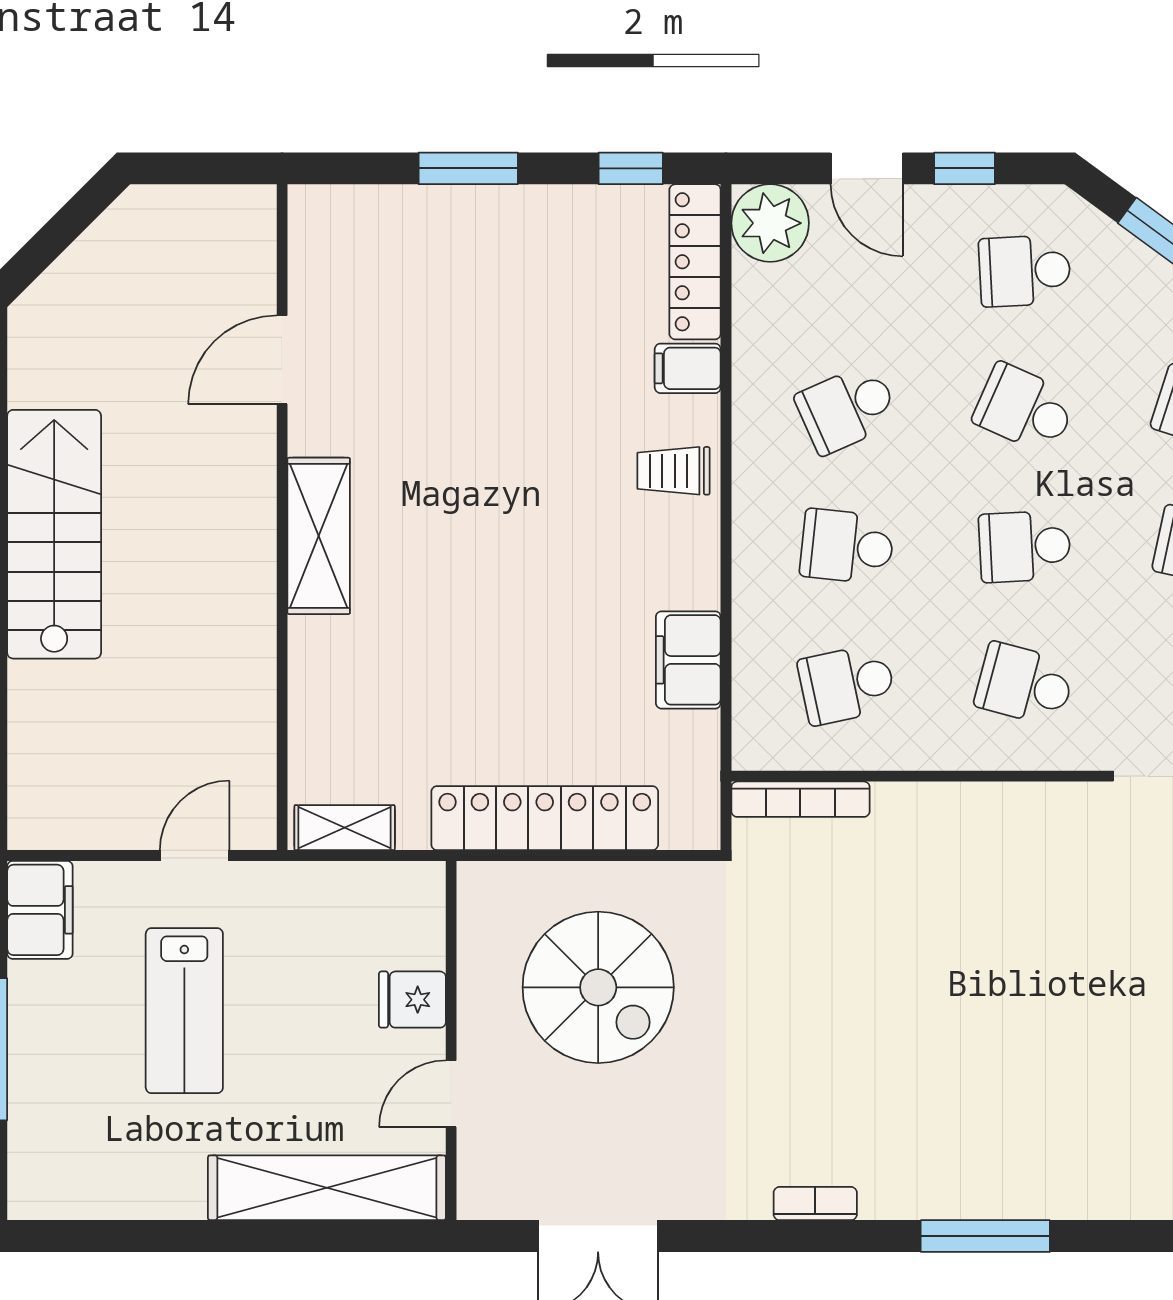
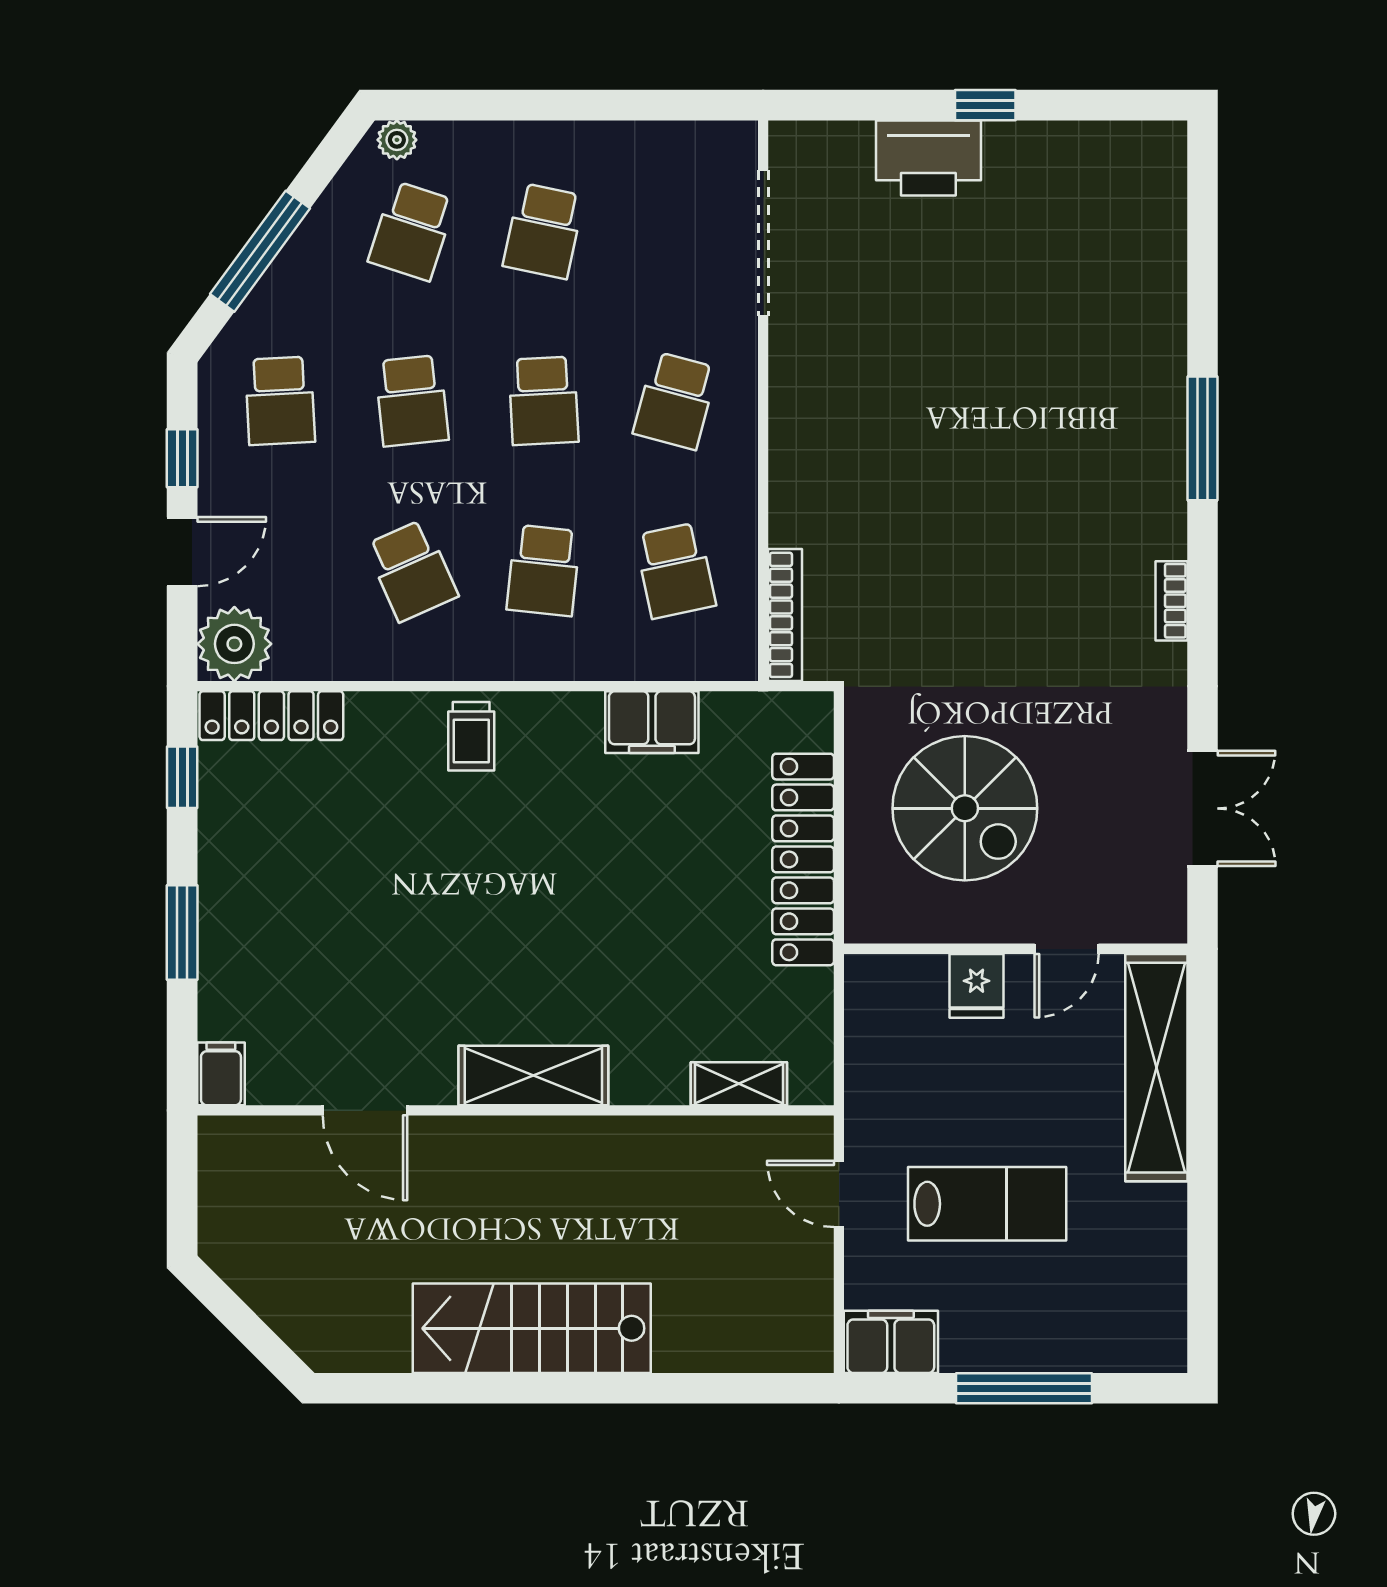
filing cabinet: (688, 368) -> (221, 1074), moved, turned 180
school desk: (1025, 409) -> (412, 401), turned -30
shelving: (345, 828) -> (739, 1084), moved, turned 90
spiral stairs: (598, 987) -> (965, 808), turned 90
door: (451, 1094) -> (1067, 949), hinge flipped

